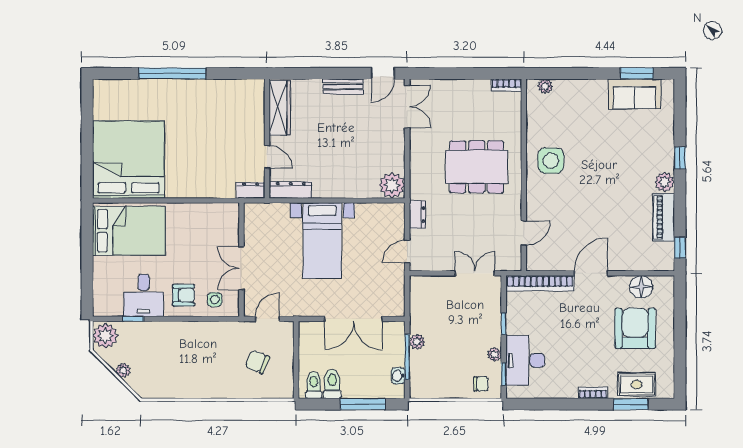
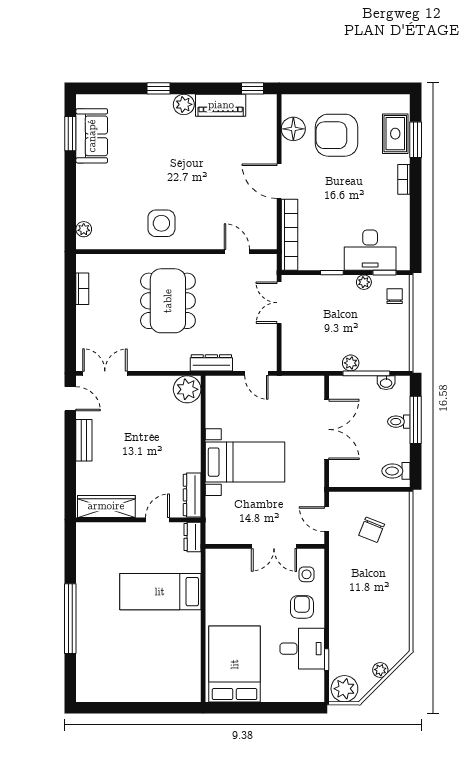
bookcase: (506, 85) -> (82, 289), moved
bed: (128, 160) -> (160, 592), moved, width x0.49
dresser: (417, 215) -> (211, 363), width x1.44
toilet: (332, 384) -> (399, 422), moved, width x0.73, depth x0.72

